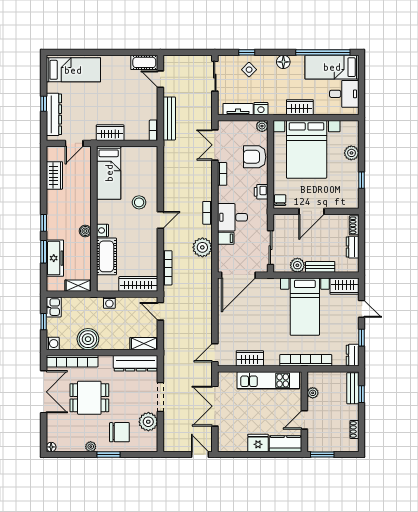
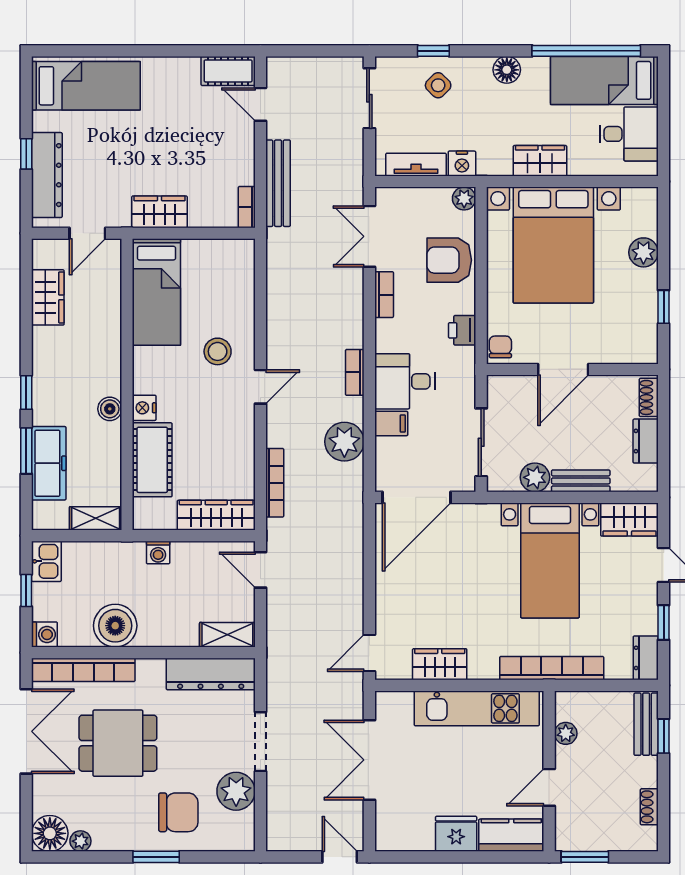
floor lamp: (51, 447) -> (50, 833), width x1.89, depth x1.89
plant: (91, 447) -> (80, 841), moved

